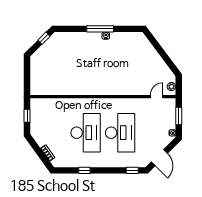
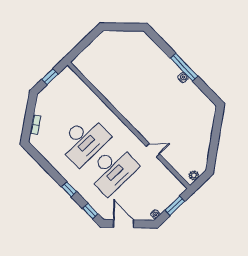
window: (44, 38) -> (130, 27), removed
door: (157, 97) -> (153, 150), moved
door: (159, 158) -> (124, 224), swing flipped
window: (84, 170) -> (69, 189), moved

